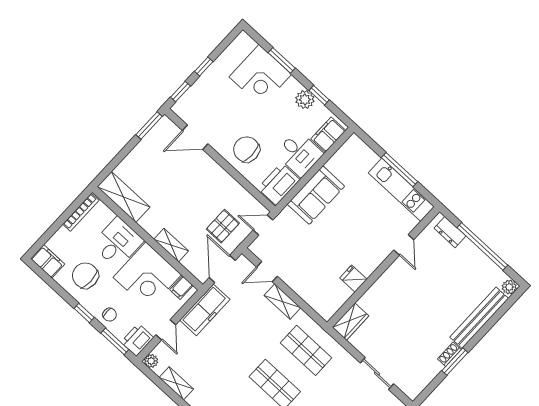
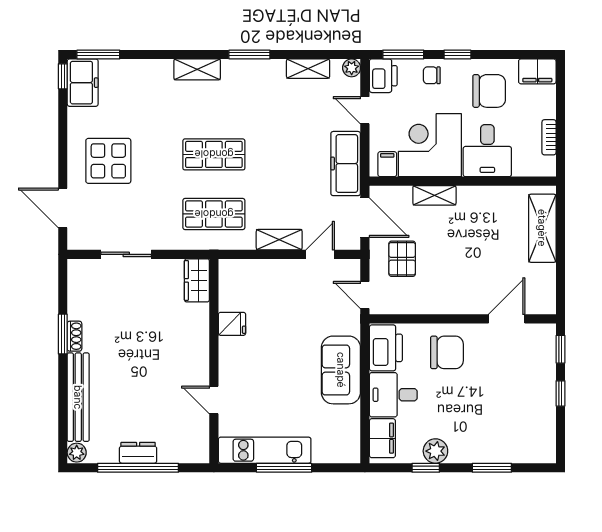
corner desk: (260, 76) -> (499, 435), removed
window: (149, 126) -> (560, 289), removed
shelving: (124, 197) -> (542, 228), moved, turned 90
bookcase: (81, 212) -> (549, 137), width x0.64
door: (263, 225) -> (365, 295), swing flipped
dresser: (450, 232) -> (138, 453), moved

